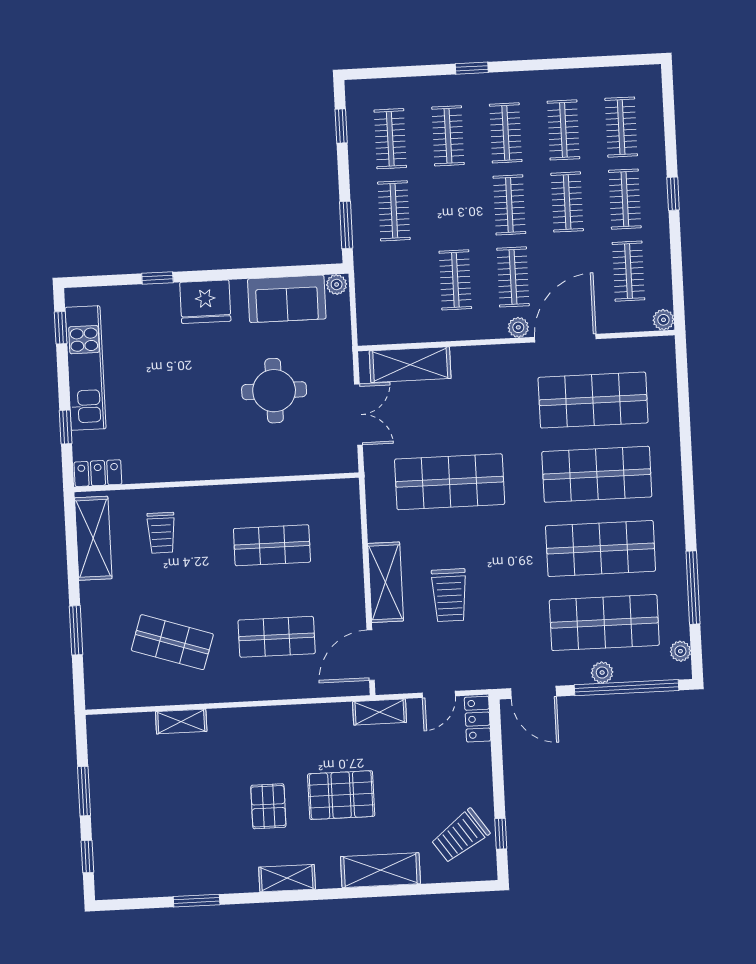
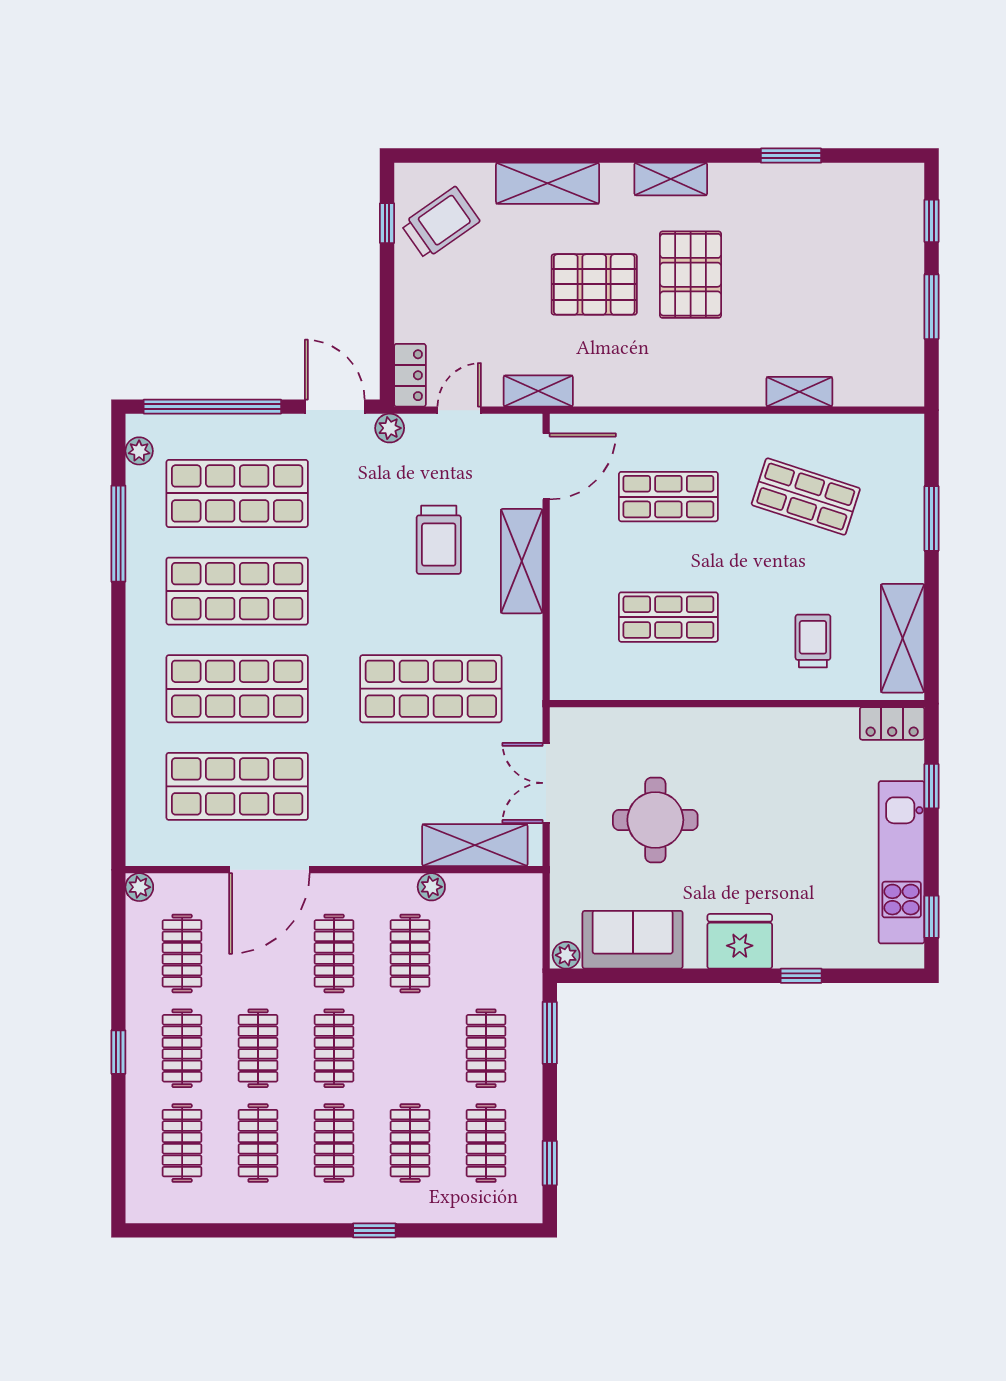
plant: (518, 327) -> (431, 887), moved
trolley: (449, 595) -> (439, 540), turned 180
plant: (602, 673) -> (390, 428), moved
pallet: (268, 806) -> (691, 275), width x1.50, depth x1.42

